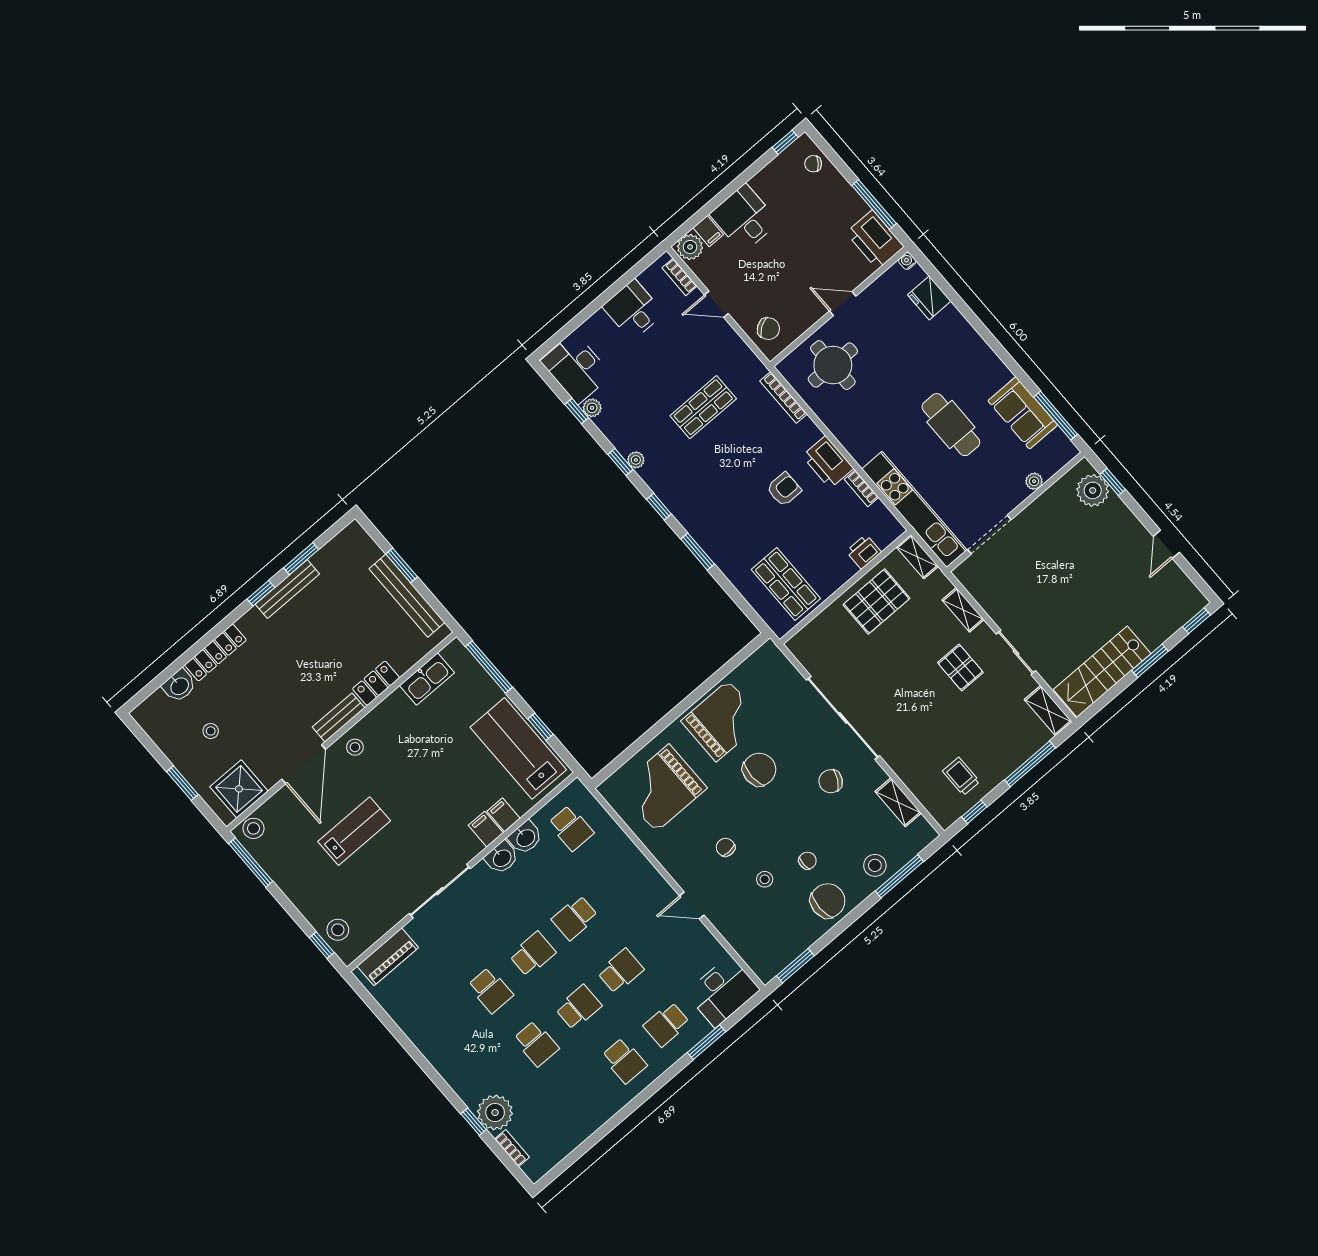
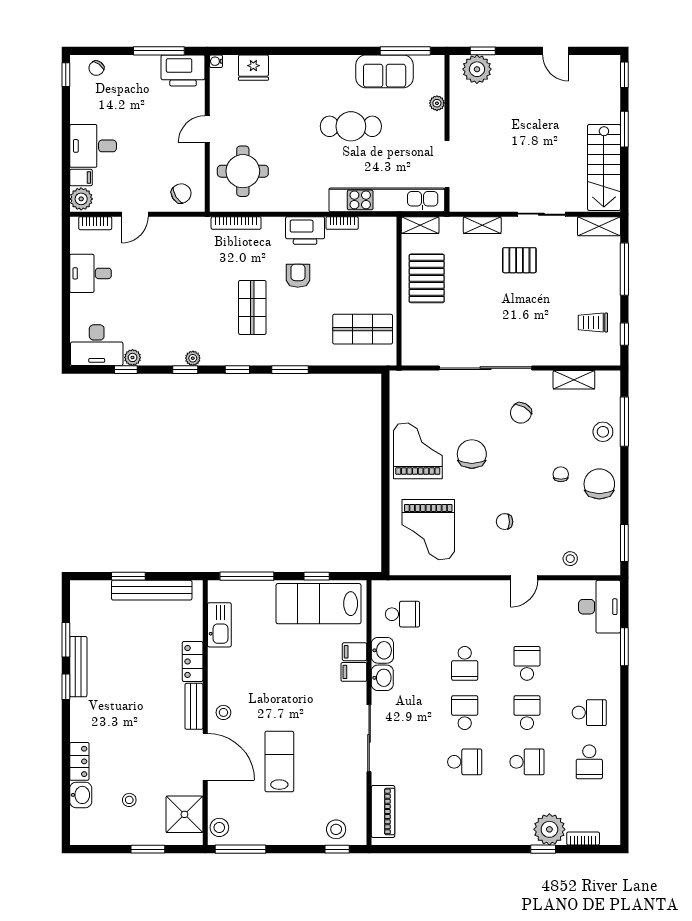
shop shelf: (703, 407) -> (252, 307), moved
printer: (864, 552) -> (386, 258), removed
locker: (215, 653) -> (79, 761), width x0.66
stool: (765, 879) -> (570, 559), moved
school desk: (667, 1024) -> (589, 762), moved

